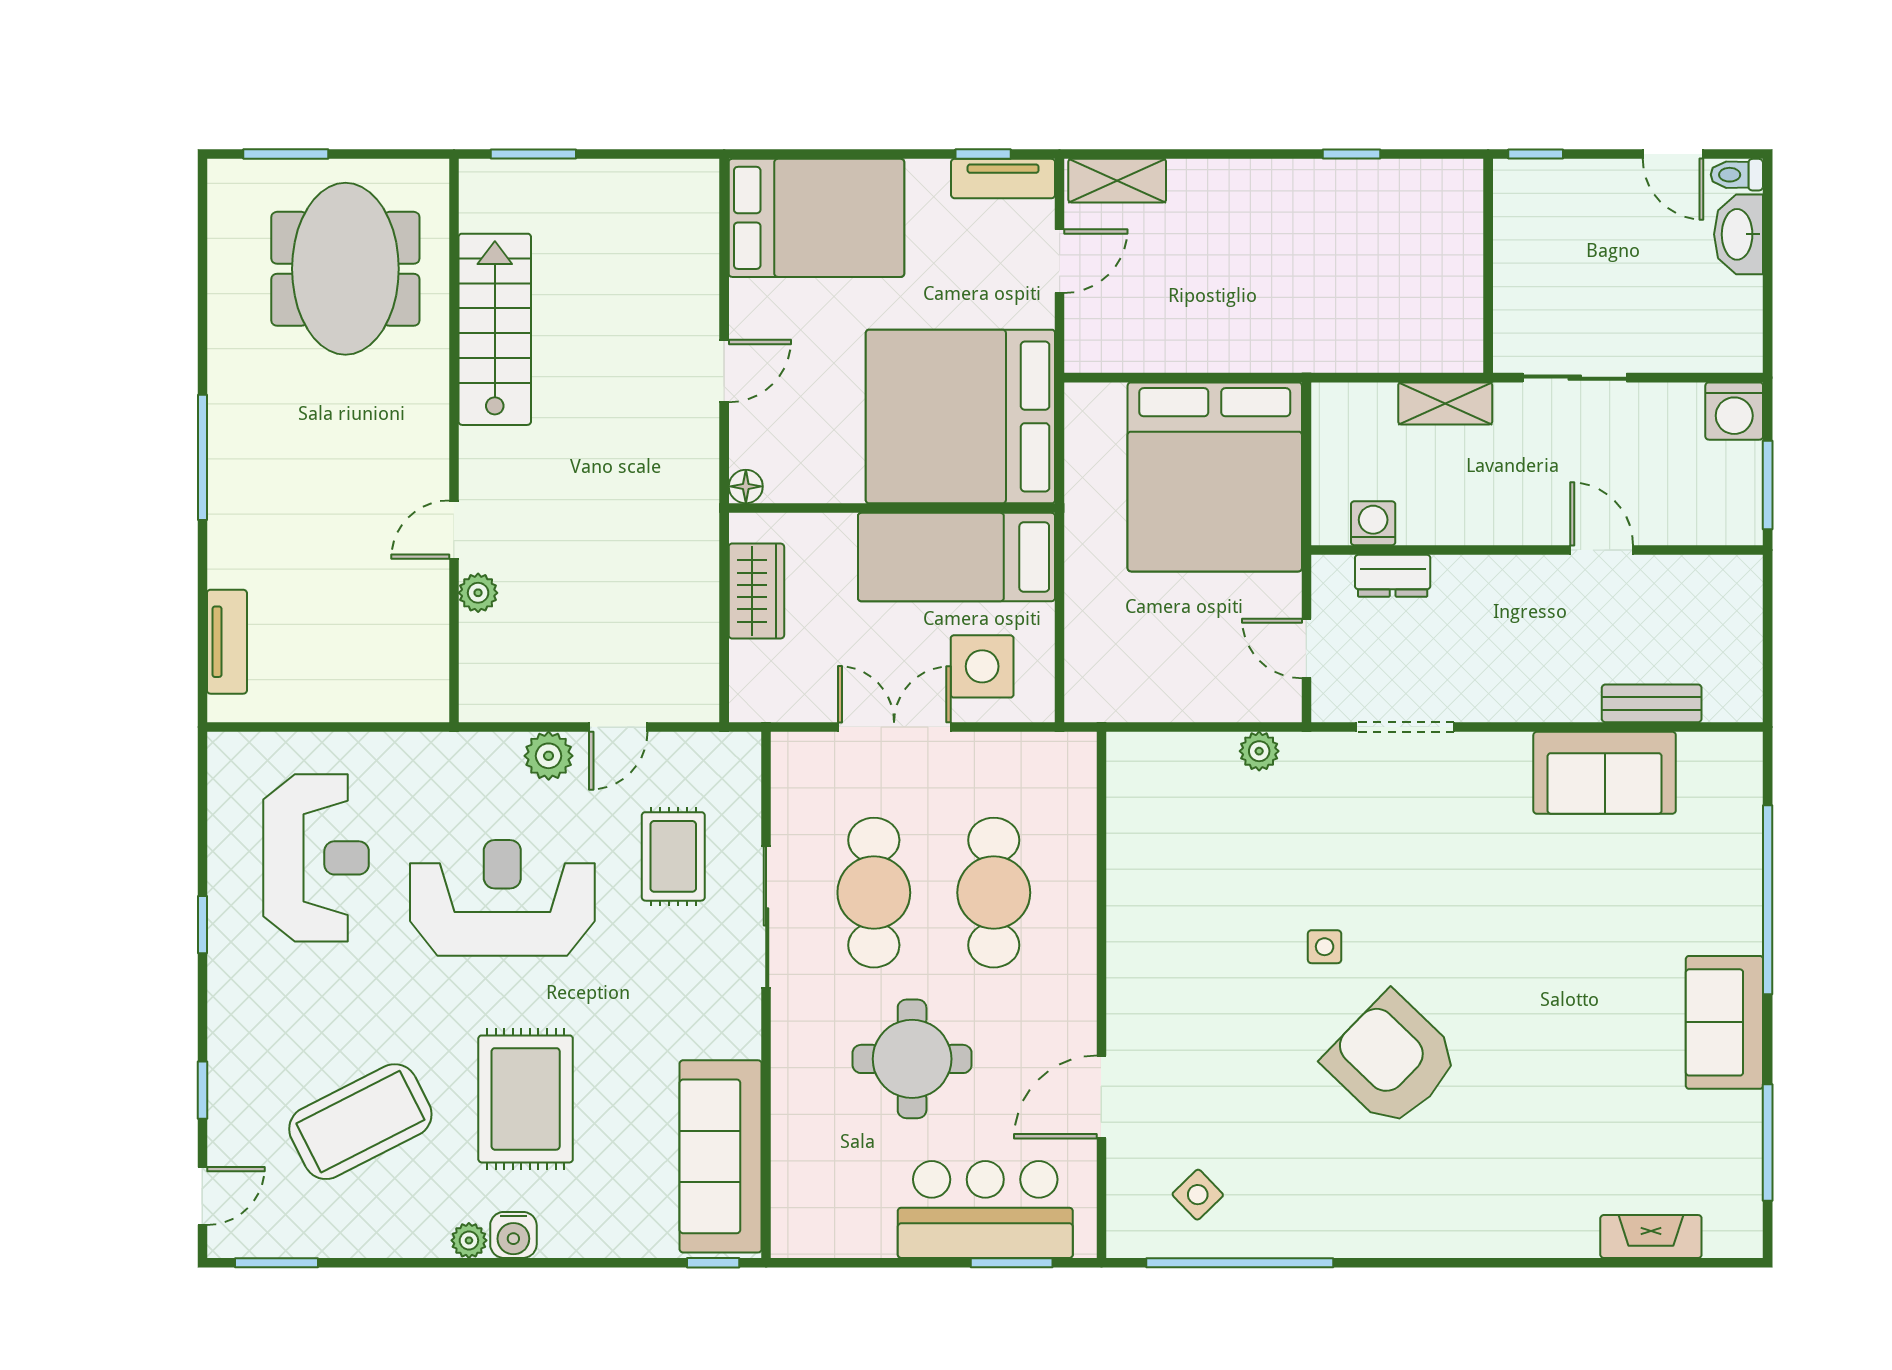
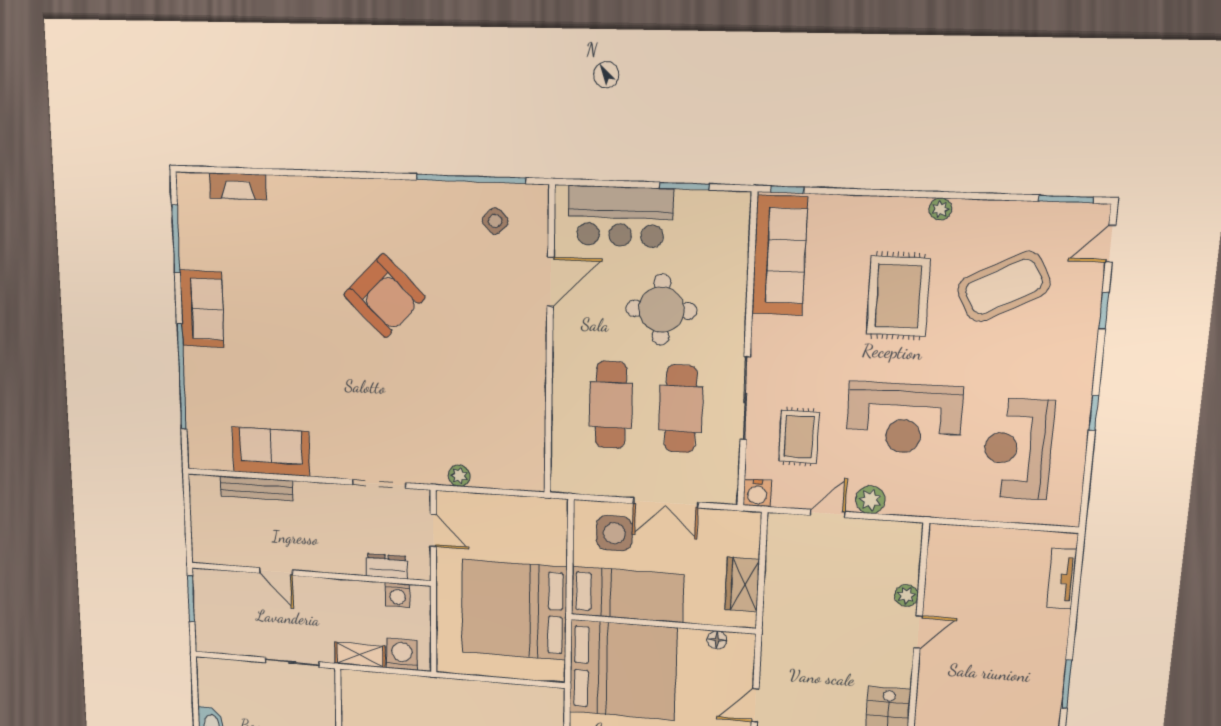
washing machine: (1734, 411) -> (402, 654), moved
window: (202, 457) -> (1066, 684), width x0.69
bed: (1215, 477) -> (514, 610), moved, turned -90
floor lamp: (746, 486) -> (717, 640), moved
bench: (1652, 703) -> (257, 488), width x1.36
side table: (1325, 947) -> (423, 363), removed
water cooler: (513, 1235) -> (757, 493), moved, turned 180
window: (1012, 1263) -> (684, 186), moved

